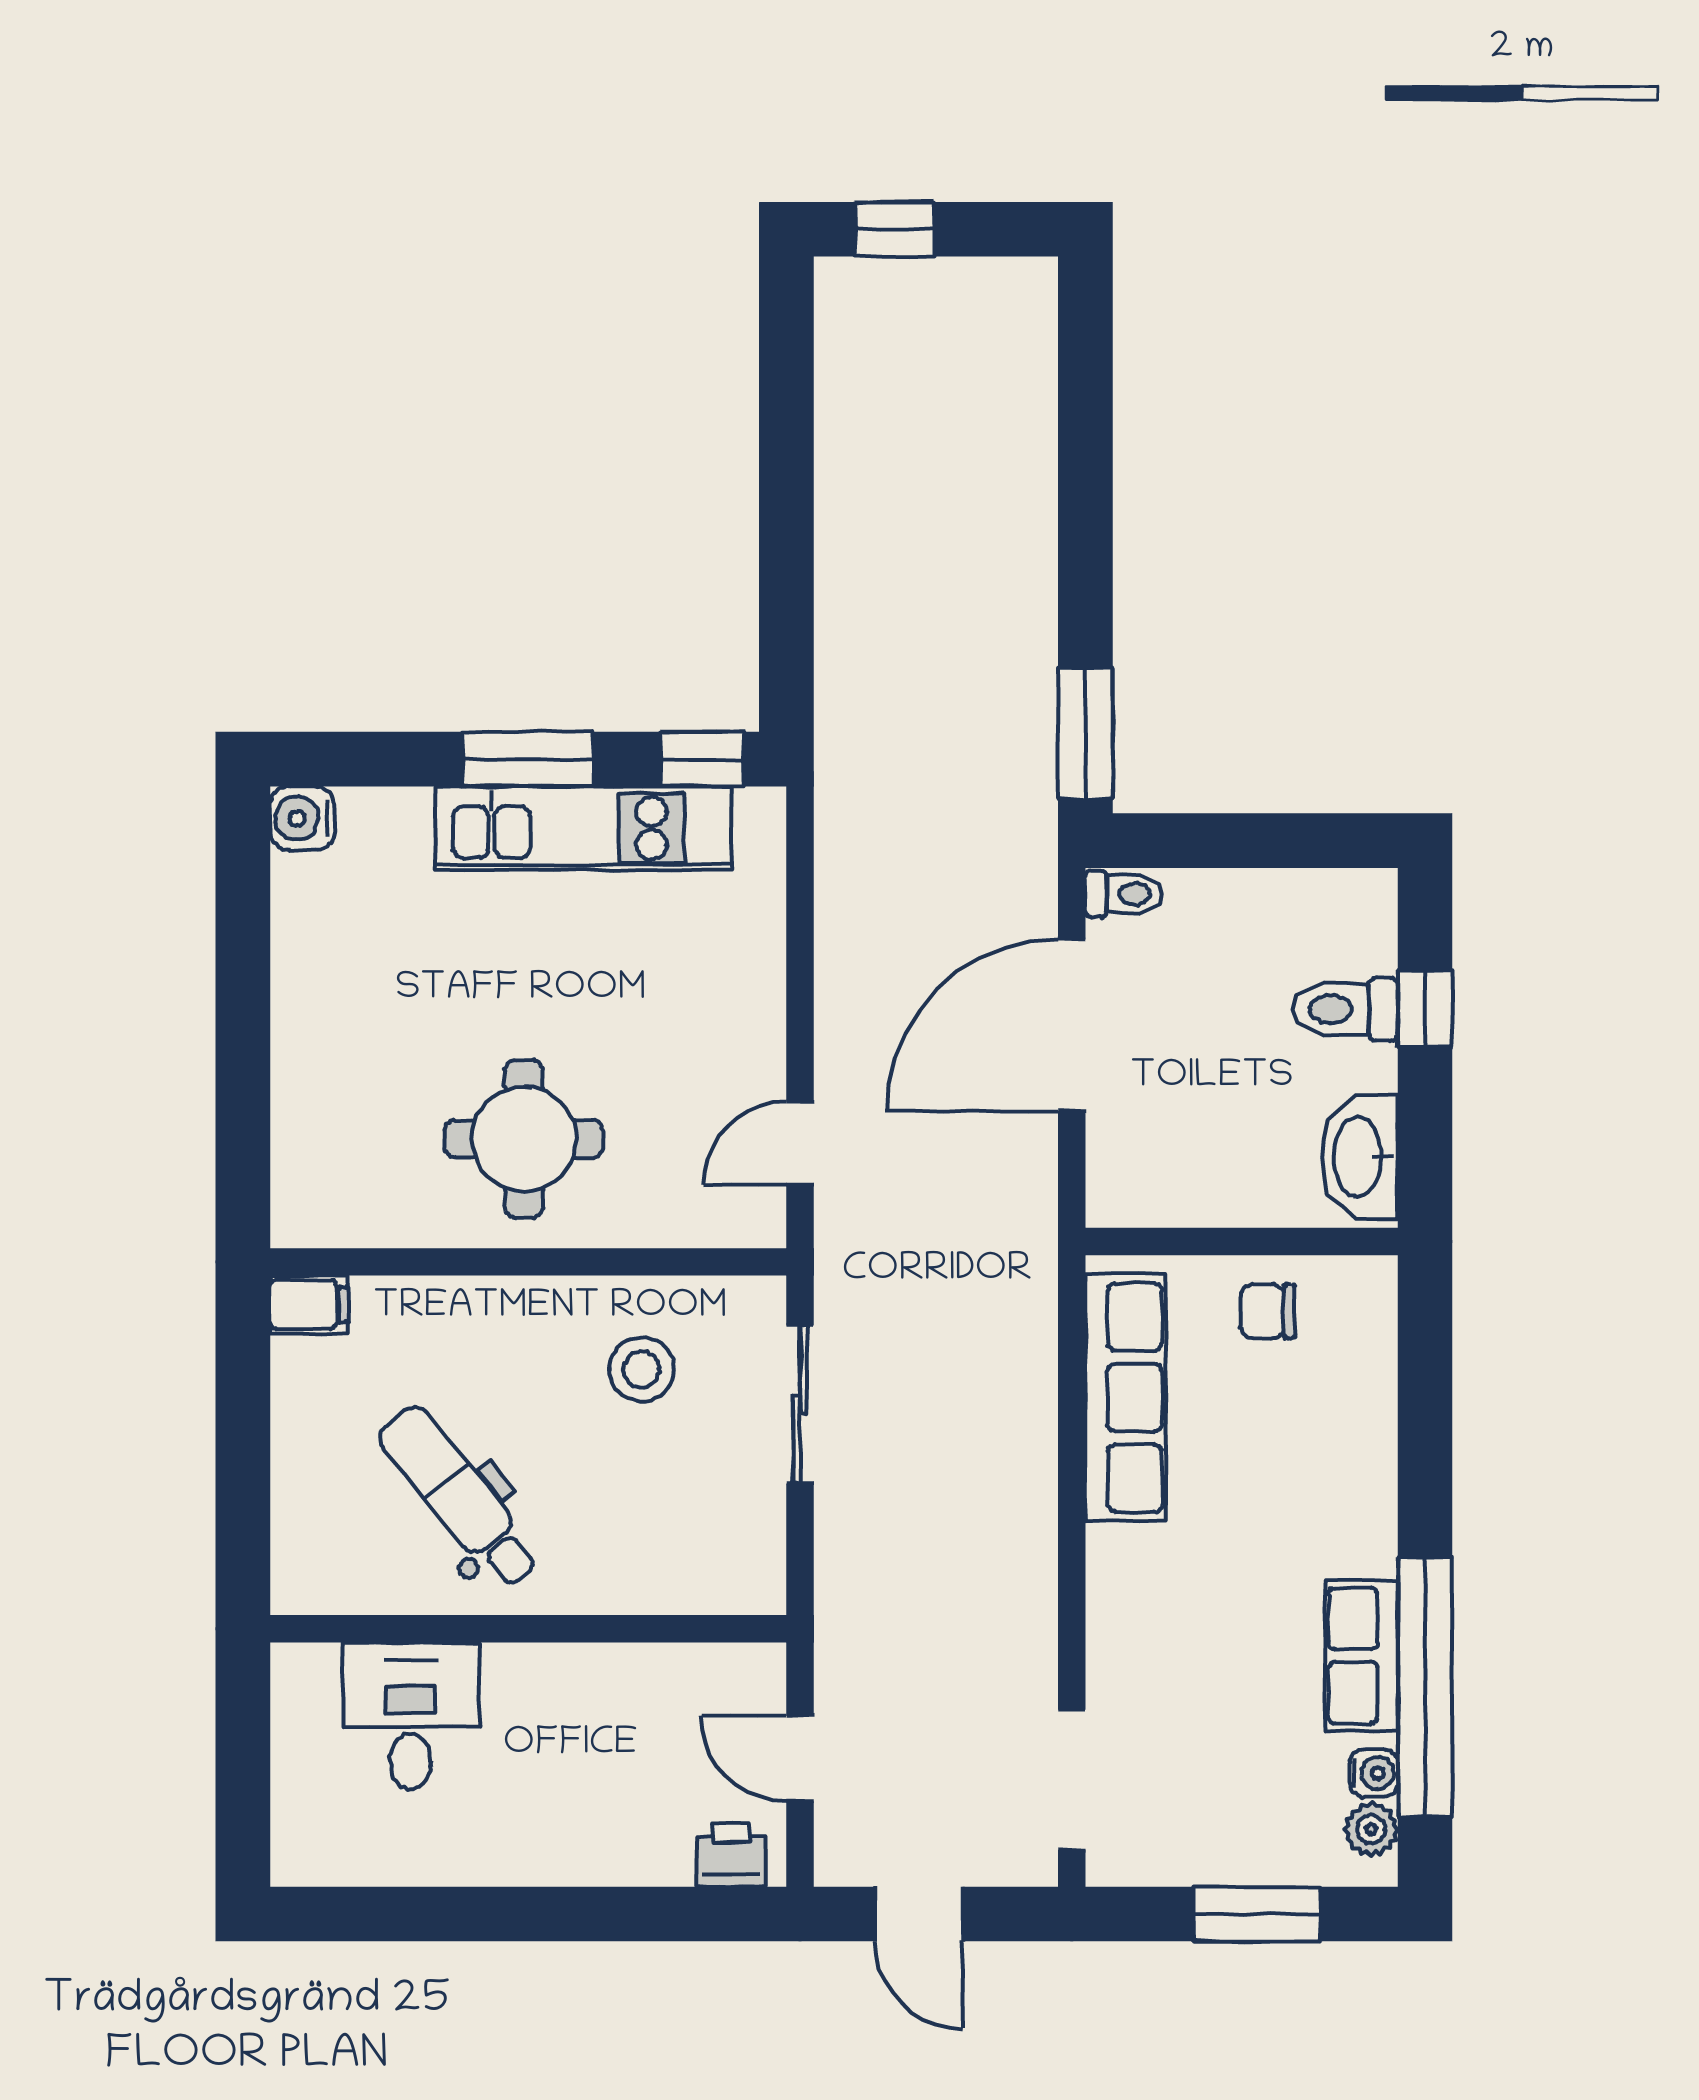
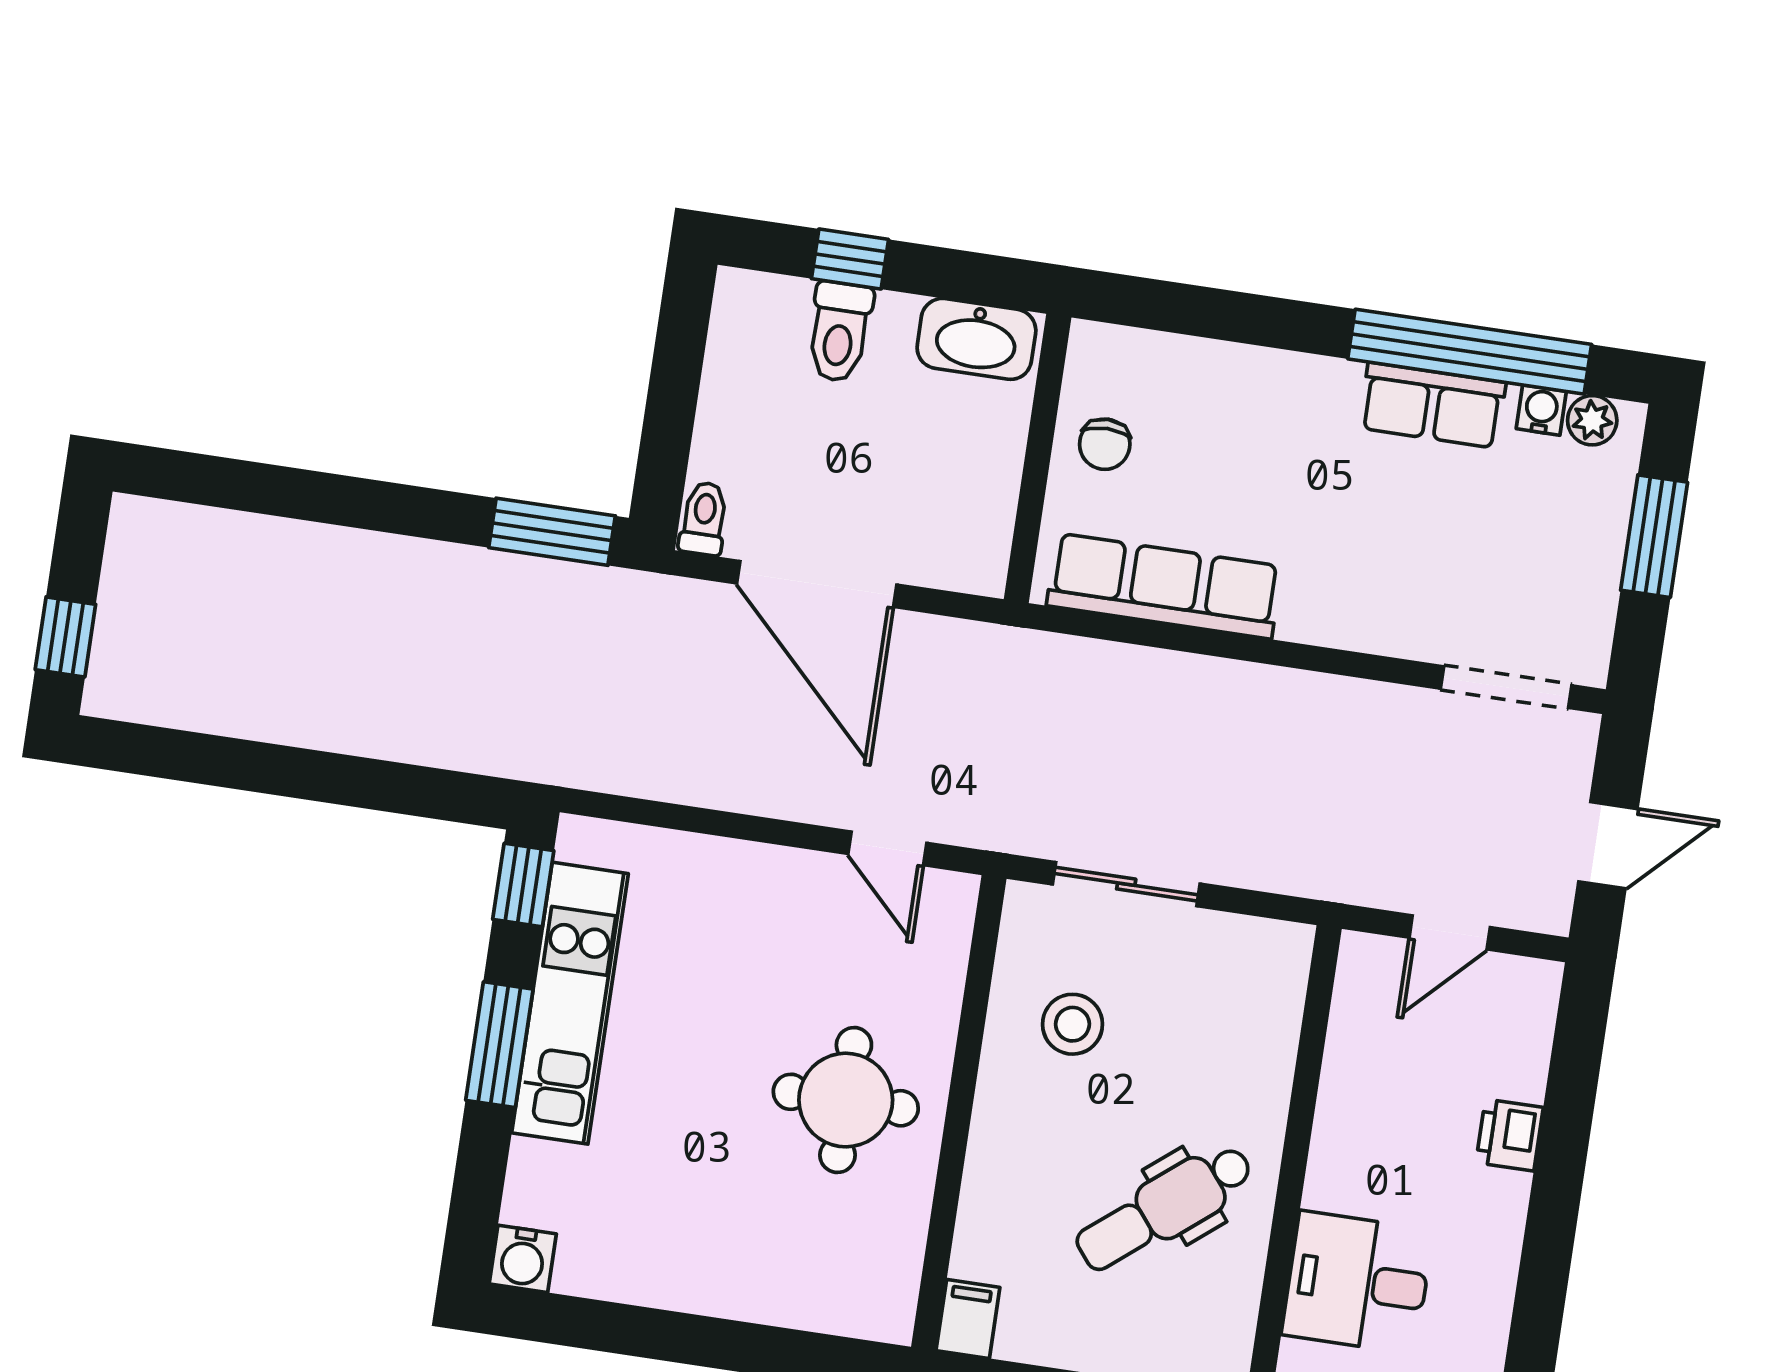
printer: (731, 1855) -> (1510, 1135), moved

